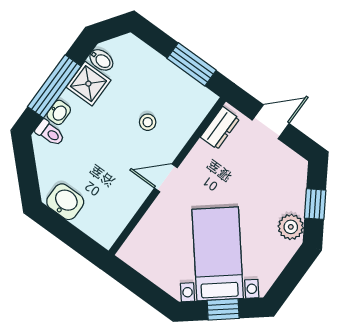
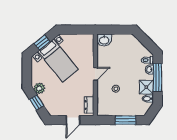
window: (192, 64) -> (125, 120), moved
washbasin: (65, 202) -> (104, 40), moved

